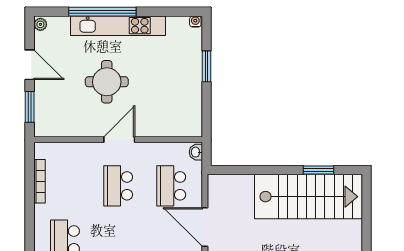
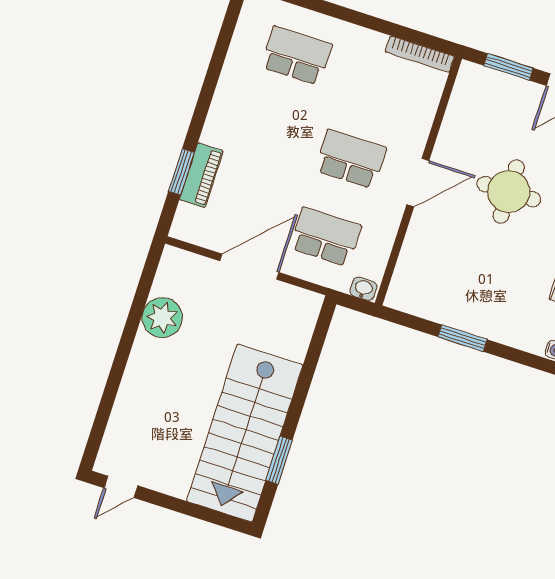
window: (207, 66) -> (462, 338), moved
door: (119, 140) -> (418, 183), hinge flipped
bookcase: (40, 181) -> (420, 54), moved

